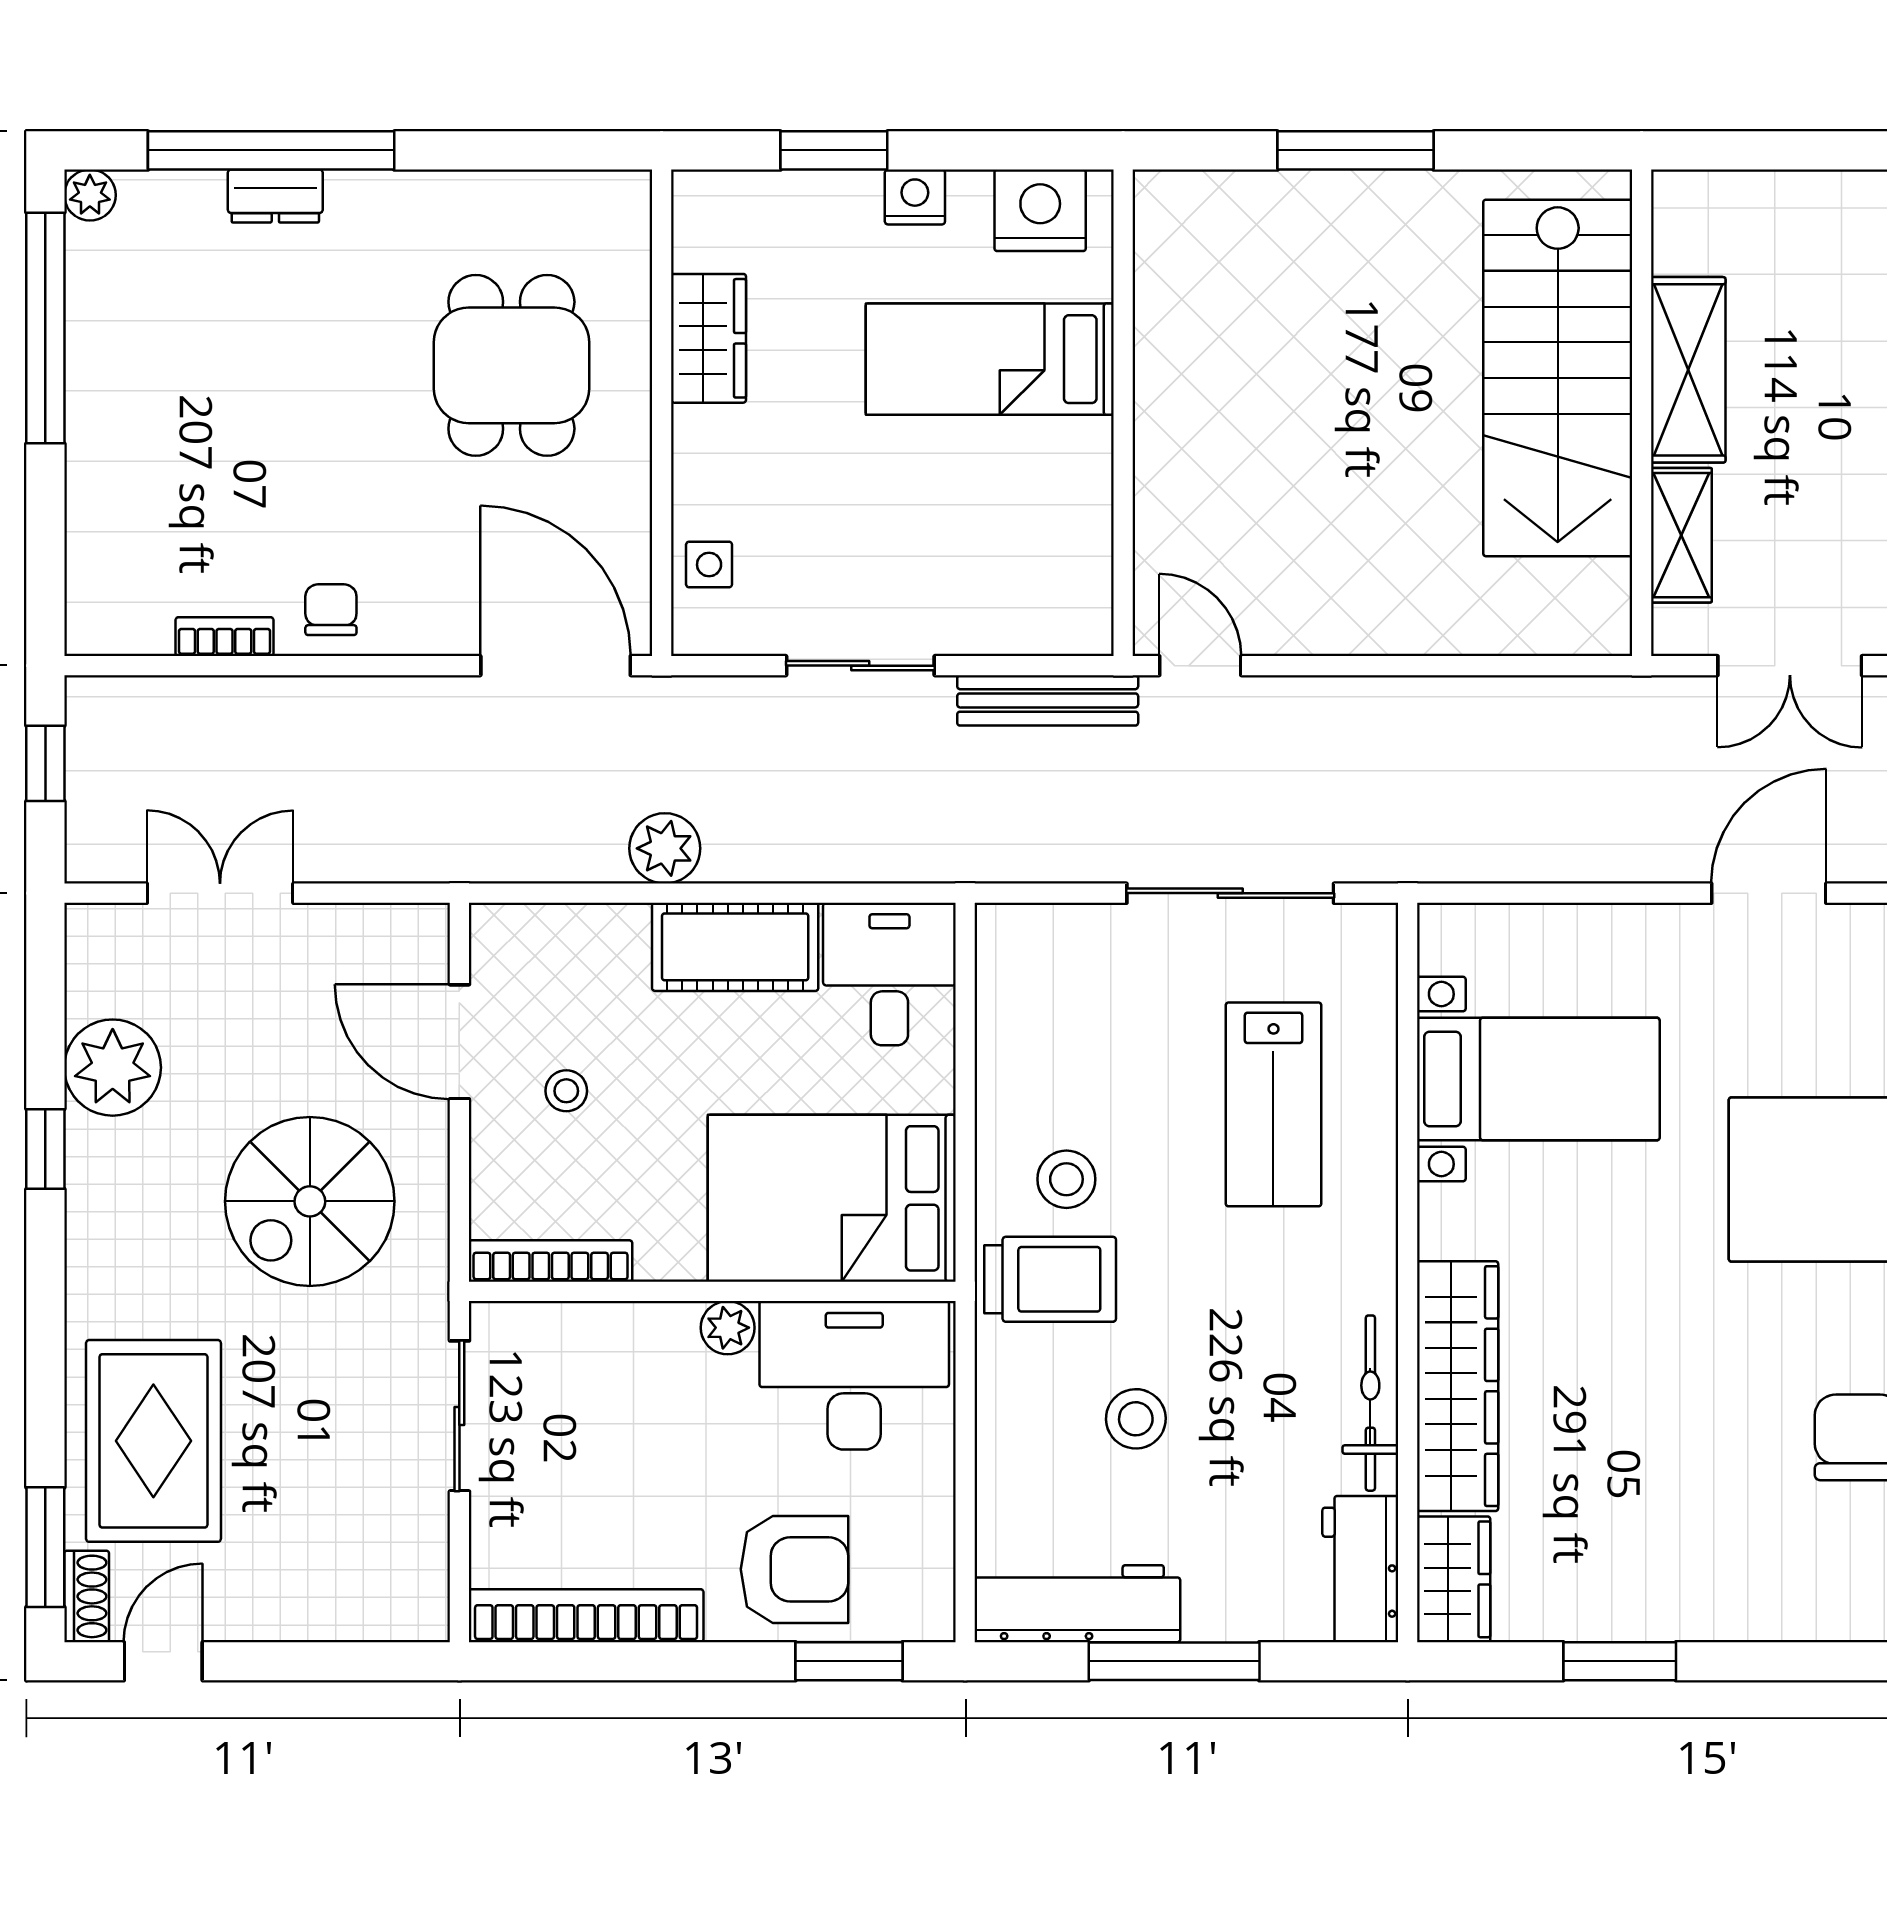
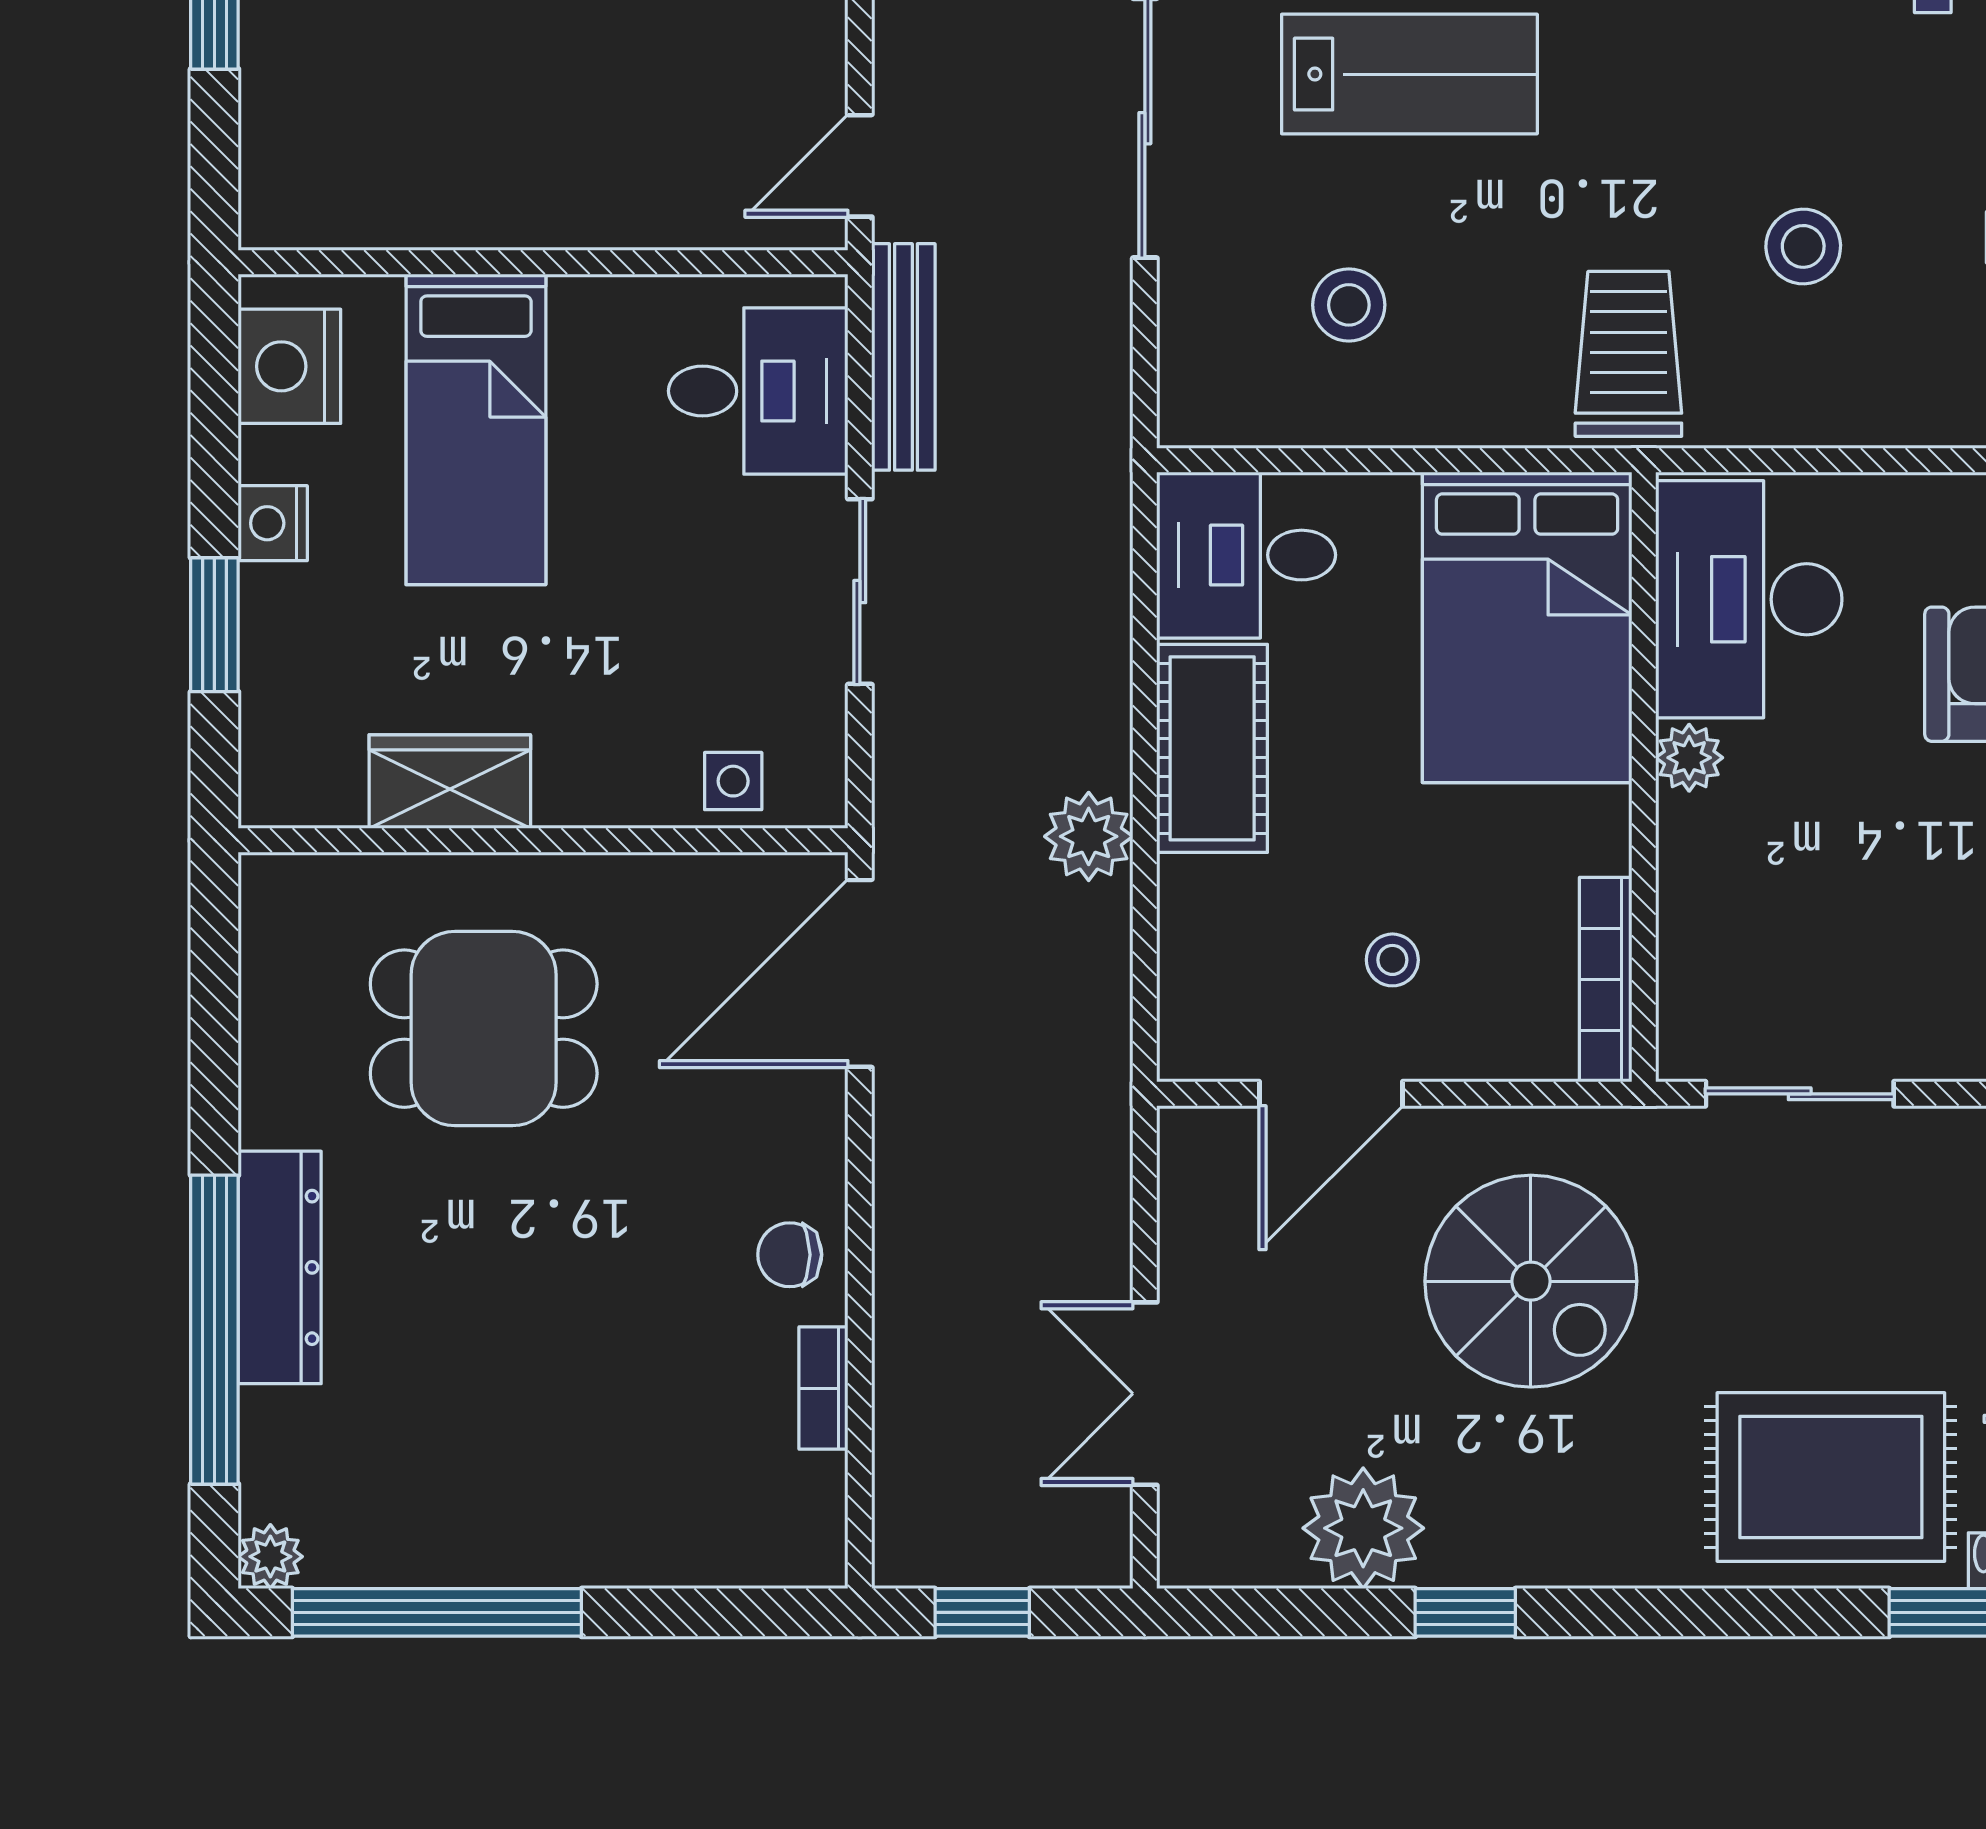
dresser: (275, 196) -> (280, 1267), width x1.96, depth x1.24
desk: (1020, 585) -> (758, 391), added
stool: (1066, 1179) -> (1349, 305), moved

